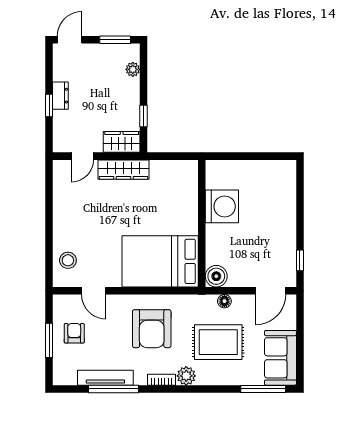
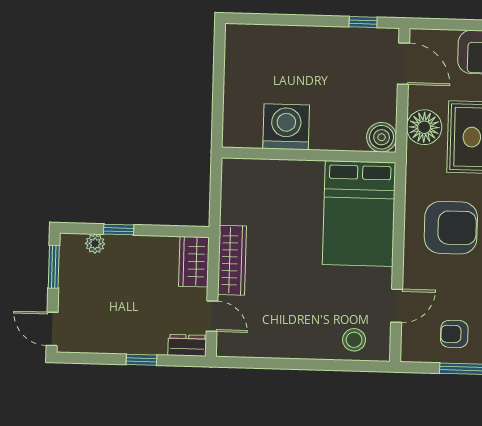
dresser: (60, 96) -> (187, 345), moved
window: (144, 116) -> (119, 230), moved
floor lamp: (224, 301) -> (424, 127), width x1.89, depth x1.89

